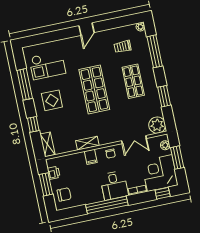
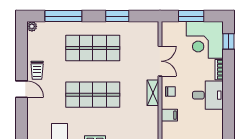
trolley: (123, 47) -> (37, 70), moved
shop shelf: (133, 81) -> (93, 48), width x1.43, depth x1.36
plant: (157, 125) -> (149, 31), removed
shelving: (87, 143) -> (153, 93), moved
plant: (165, 145) -> (174, 27), removed
window: (107, 205) -> (229, 108), removed

